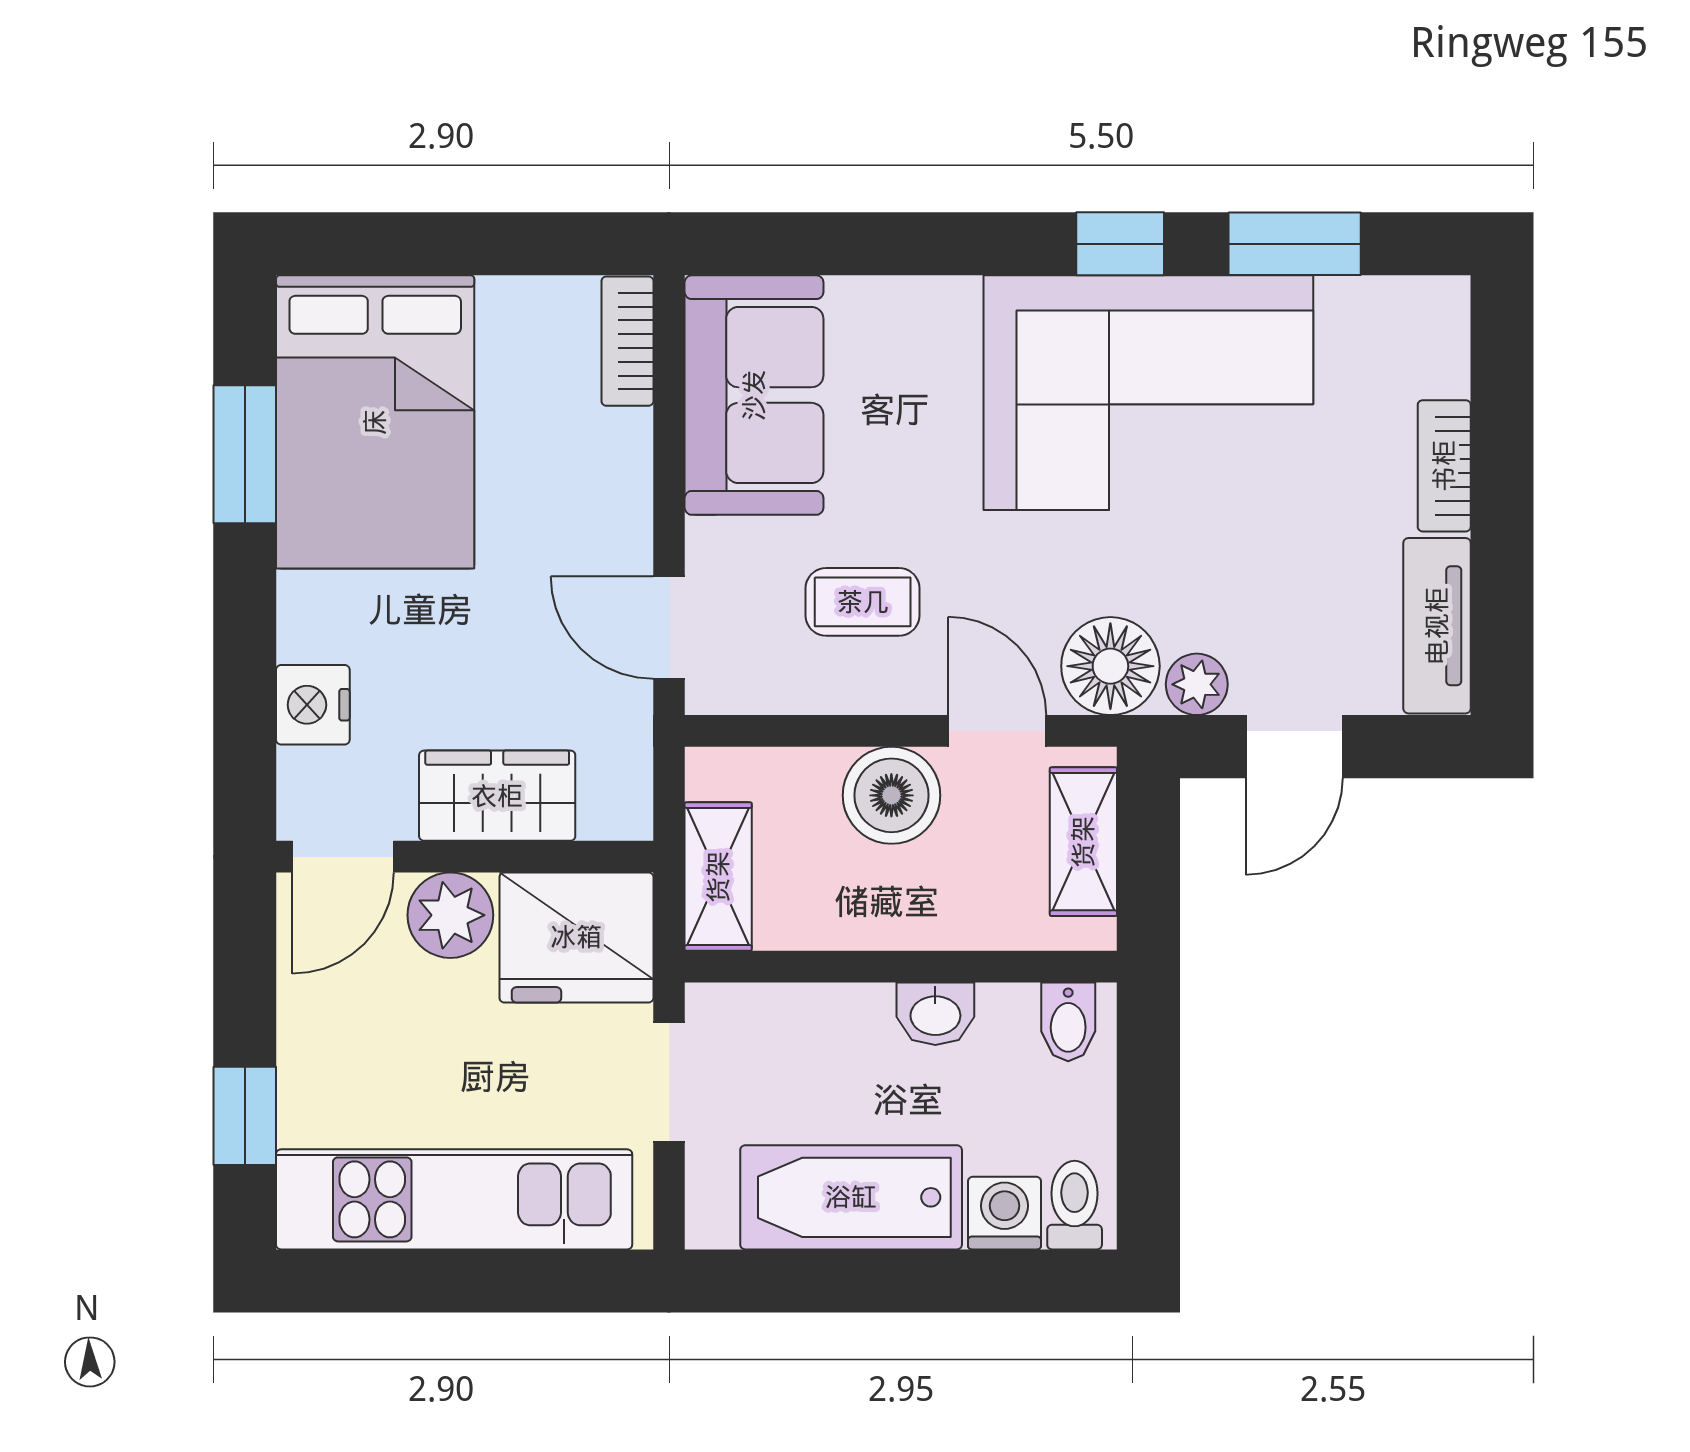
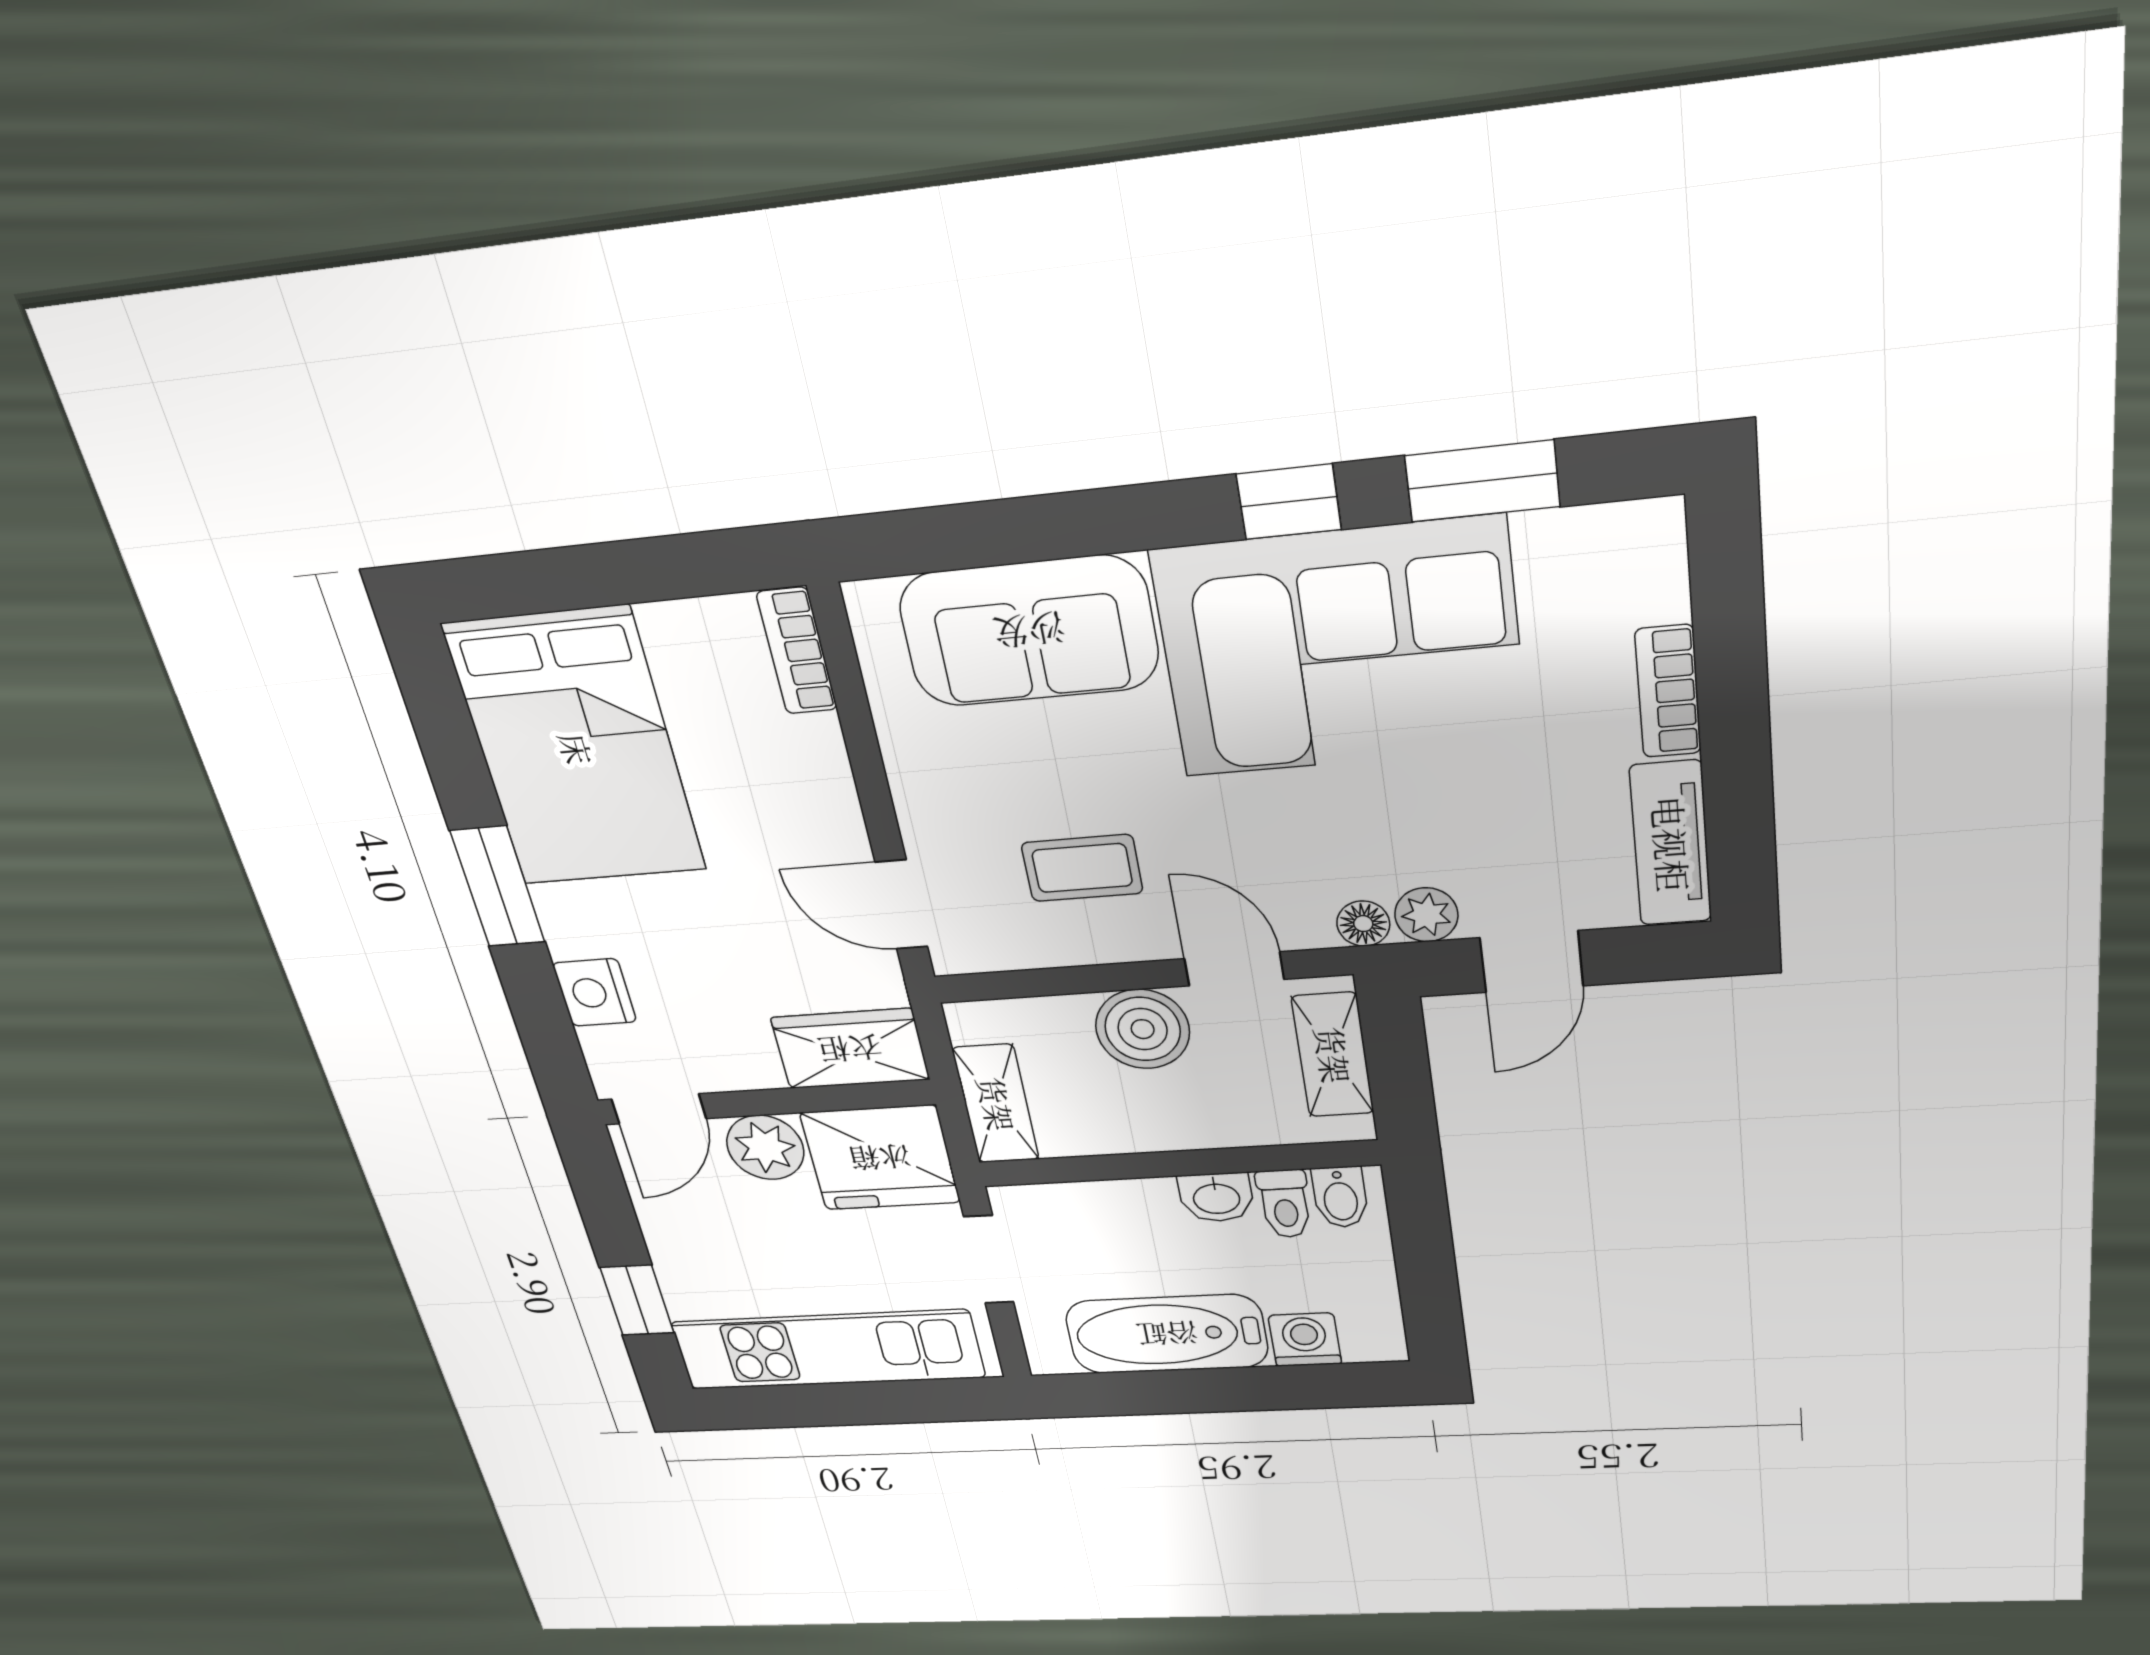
sofa: (754, 395) -> (1029, 631), moved, turned 90
window: (245, 454) -> (498, 887), moved
floor lamp: (1110, 666) -> (1363, 924), width x0.53, depth x0.53
wardrobe: (497, 796) -> (850, 1049), moved
toilet: (1075, 1205) -> (1285, 1204), moved, turned 180

